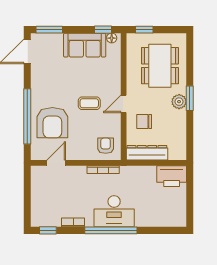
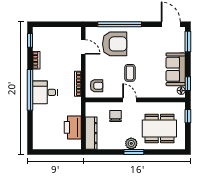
armchair: (52, 123) -> (115, 44), turned 180
dresser: (147, 153) -> (91, 133), moved
printer: (172, 176) -> (73, 127), moved
desk: (114, 211) -> (45, 92), width x0.73

